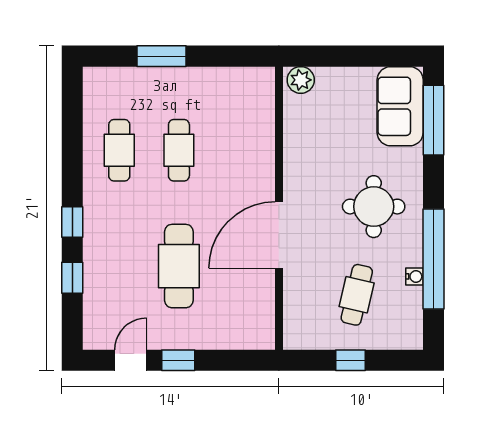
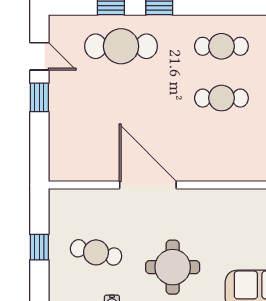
cafe table: (179, 266) -> (121, 46), moved

